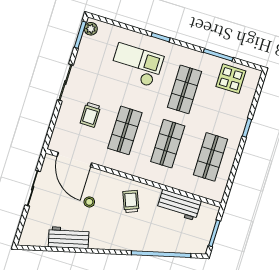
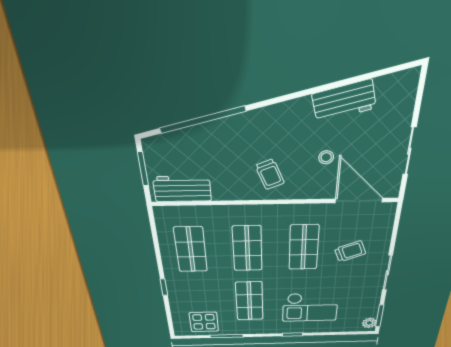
trolley: (90, 115) -> (350, 251), turned 69
workbench: (179, 205) -> (182, 189), moved

